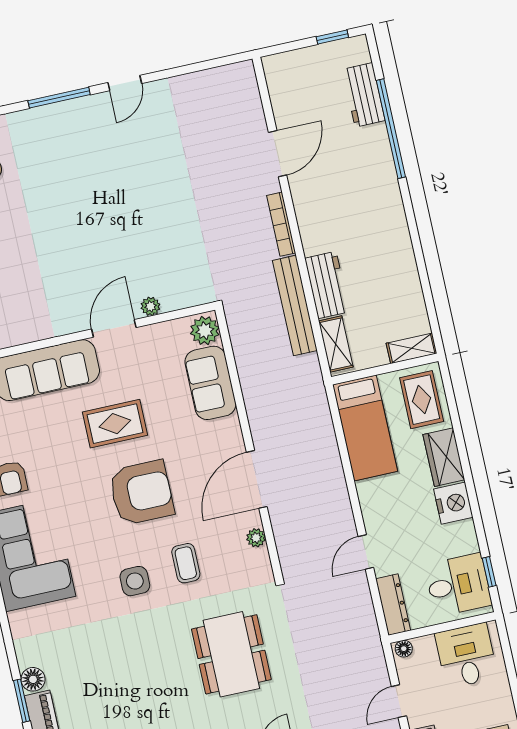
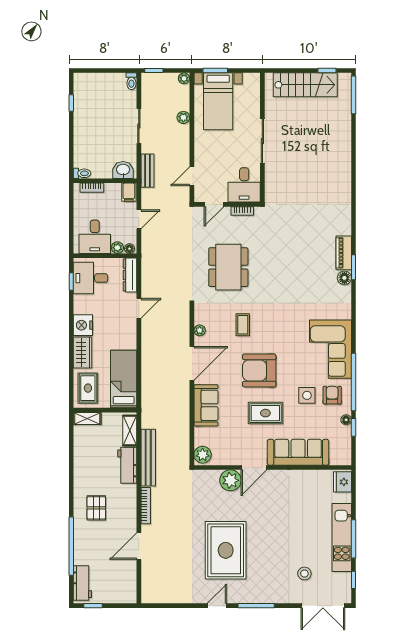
workbench: (364, 95) -> (82, 583), moved
rug: (131, 179) -> (226, 550), added
pallet: (363, 202) -> (96, 508), added
plant: (150, 306) -> (230, 480), width x1.87, depth x1.87
sofa: (210, 383) -> (206, 405), moved
side table: (135, 581) -> (307, 395), moved
plant: (424, 646) -> (117, 248), added

